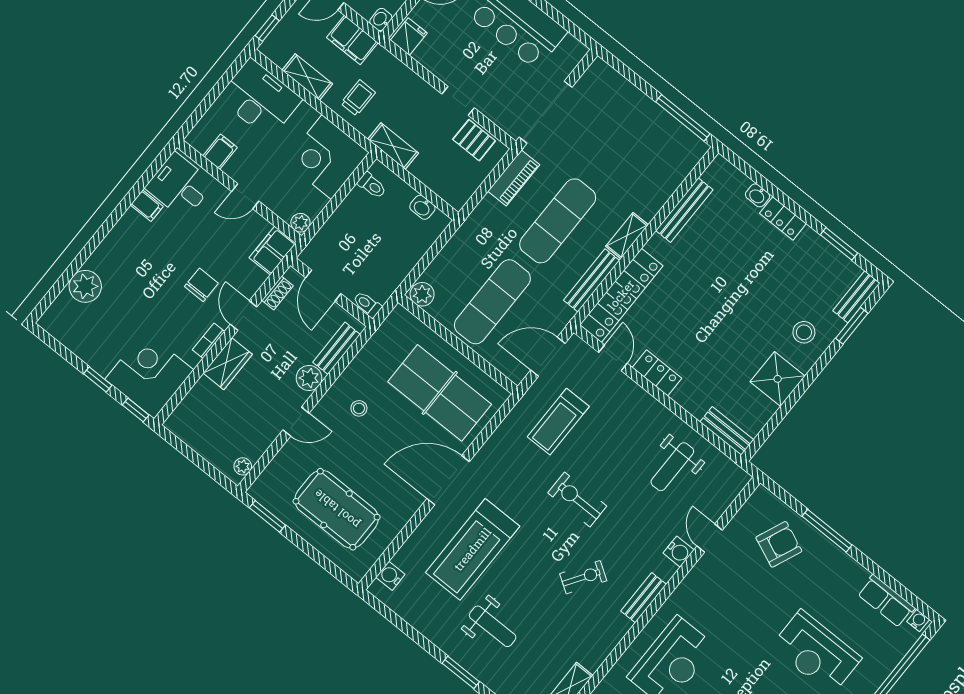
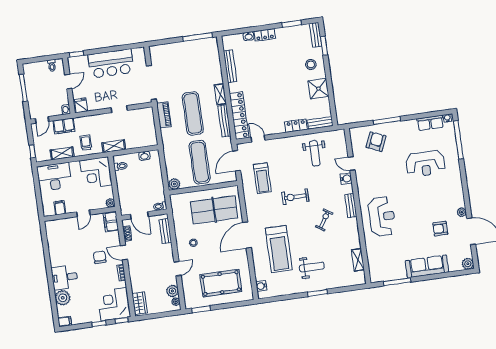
pallet: (474, 140) -> (138, 116), removed
desk: (180, 186) -> (65, 277), moved
filing cabinet: (147, 206) -> (65, 321), moved
wardrobe: (228, 364) -> (140, 303), moved
locker: (657, 373) -> (296, 126), moved
plant: (309, 378) -> (172, 291), moved

